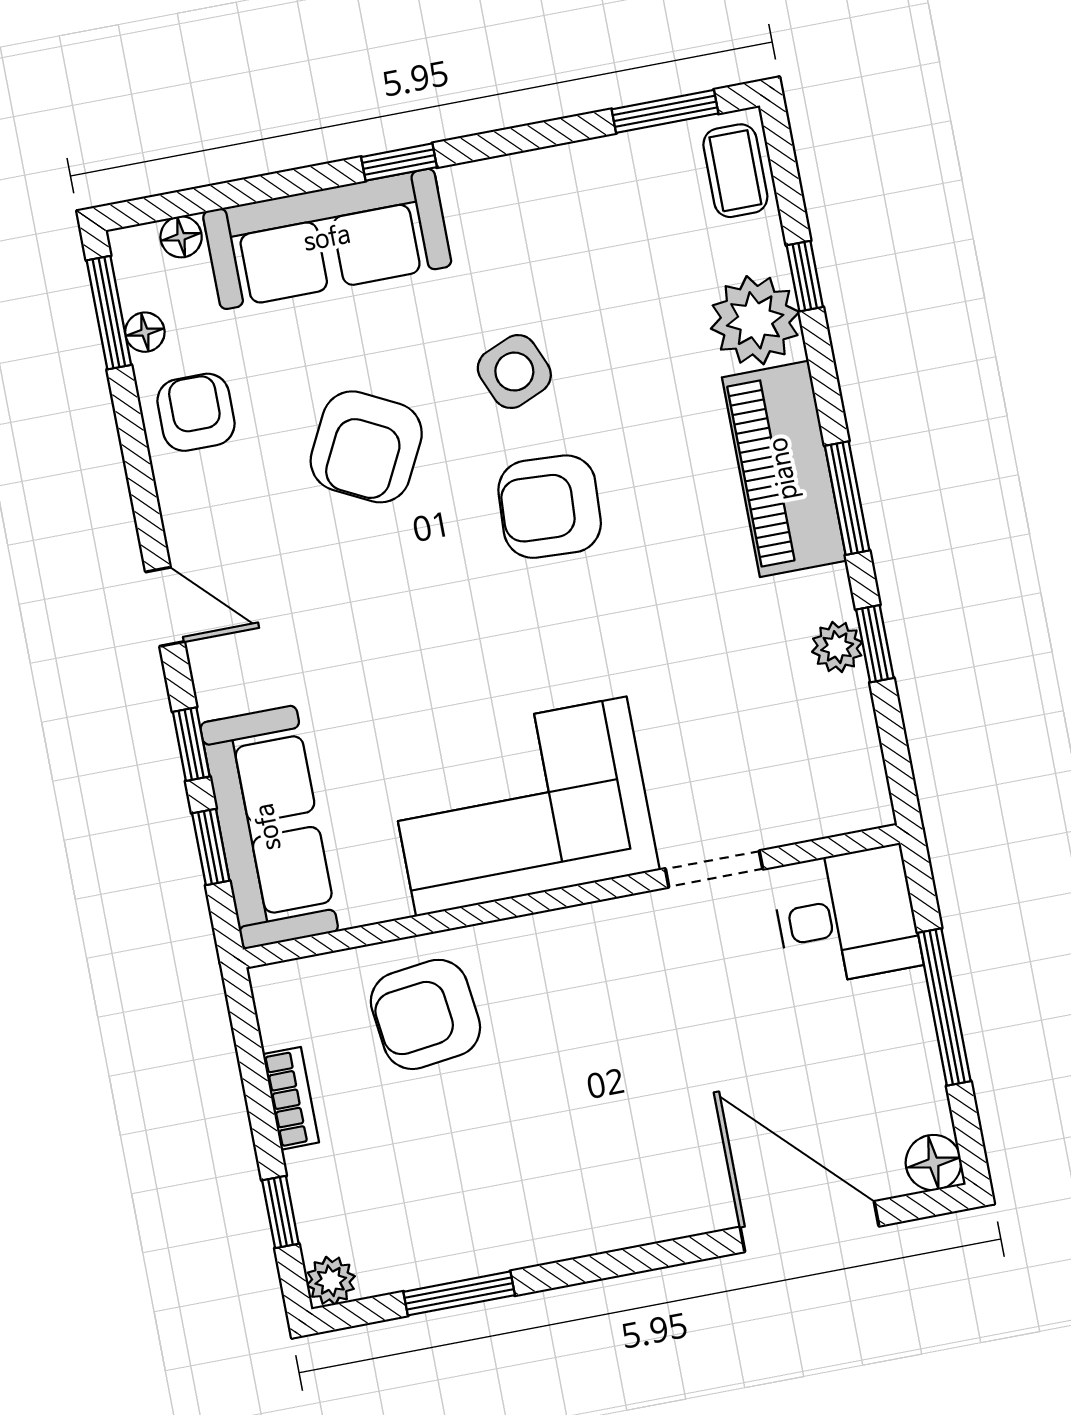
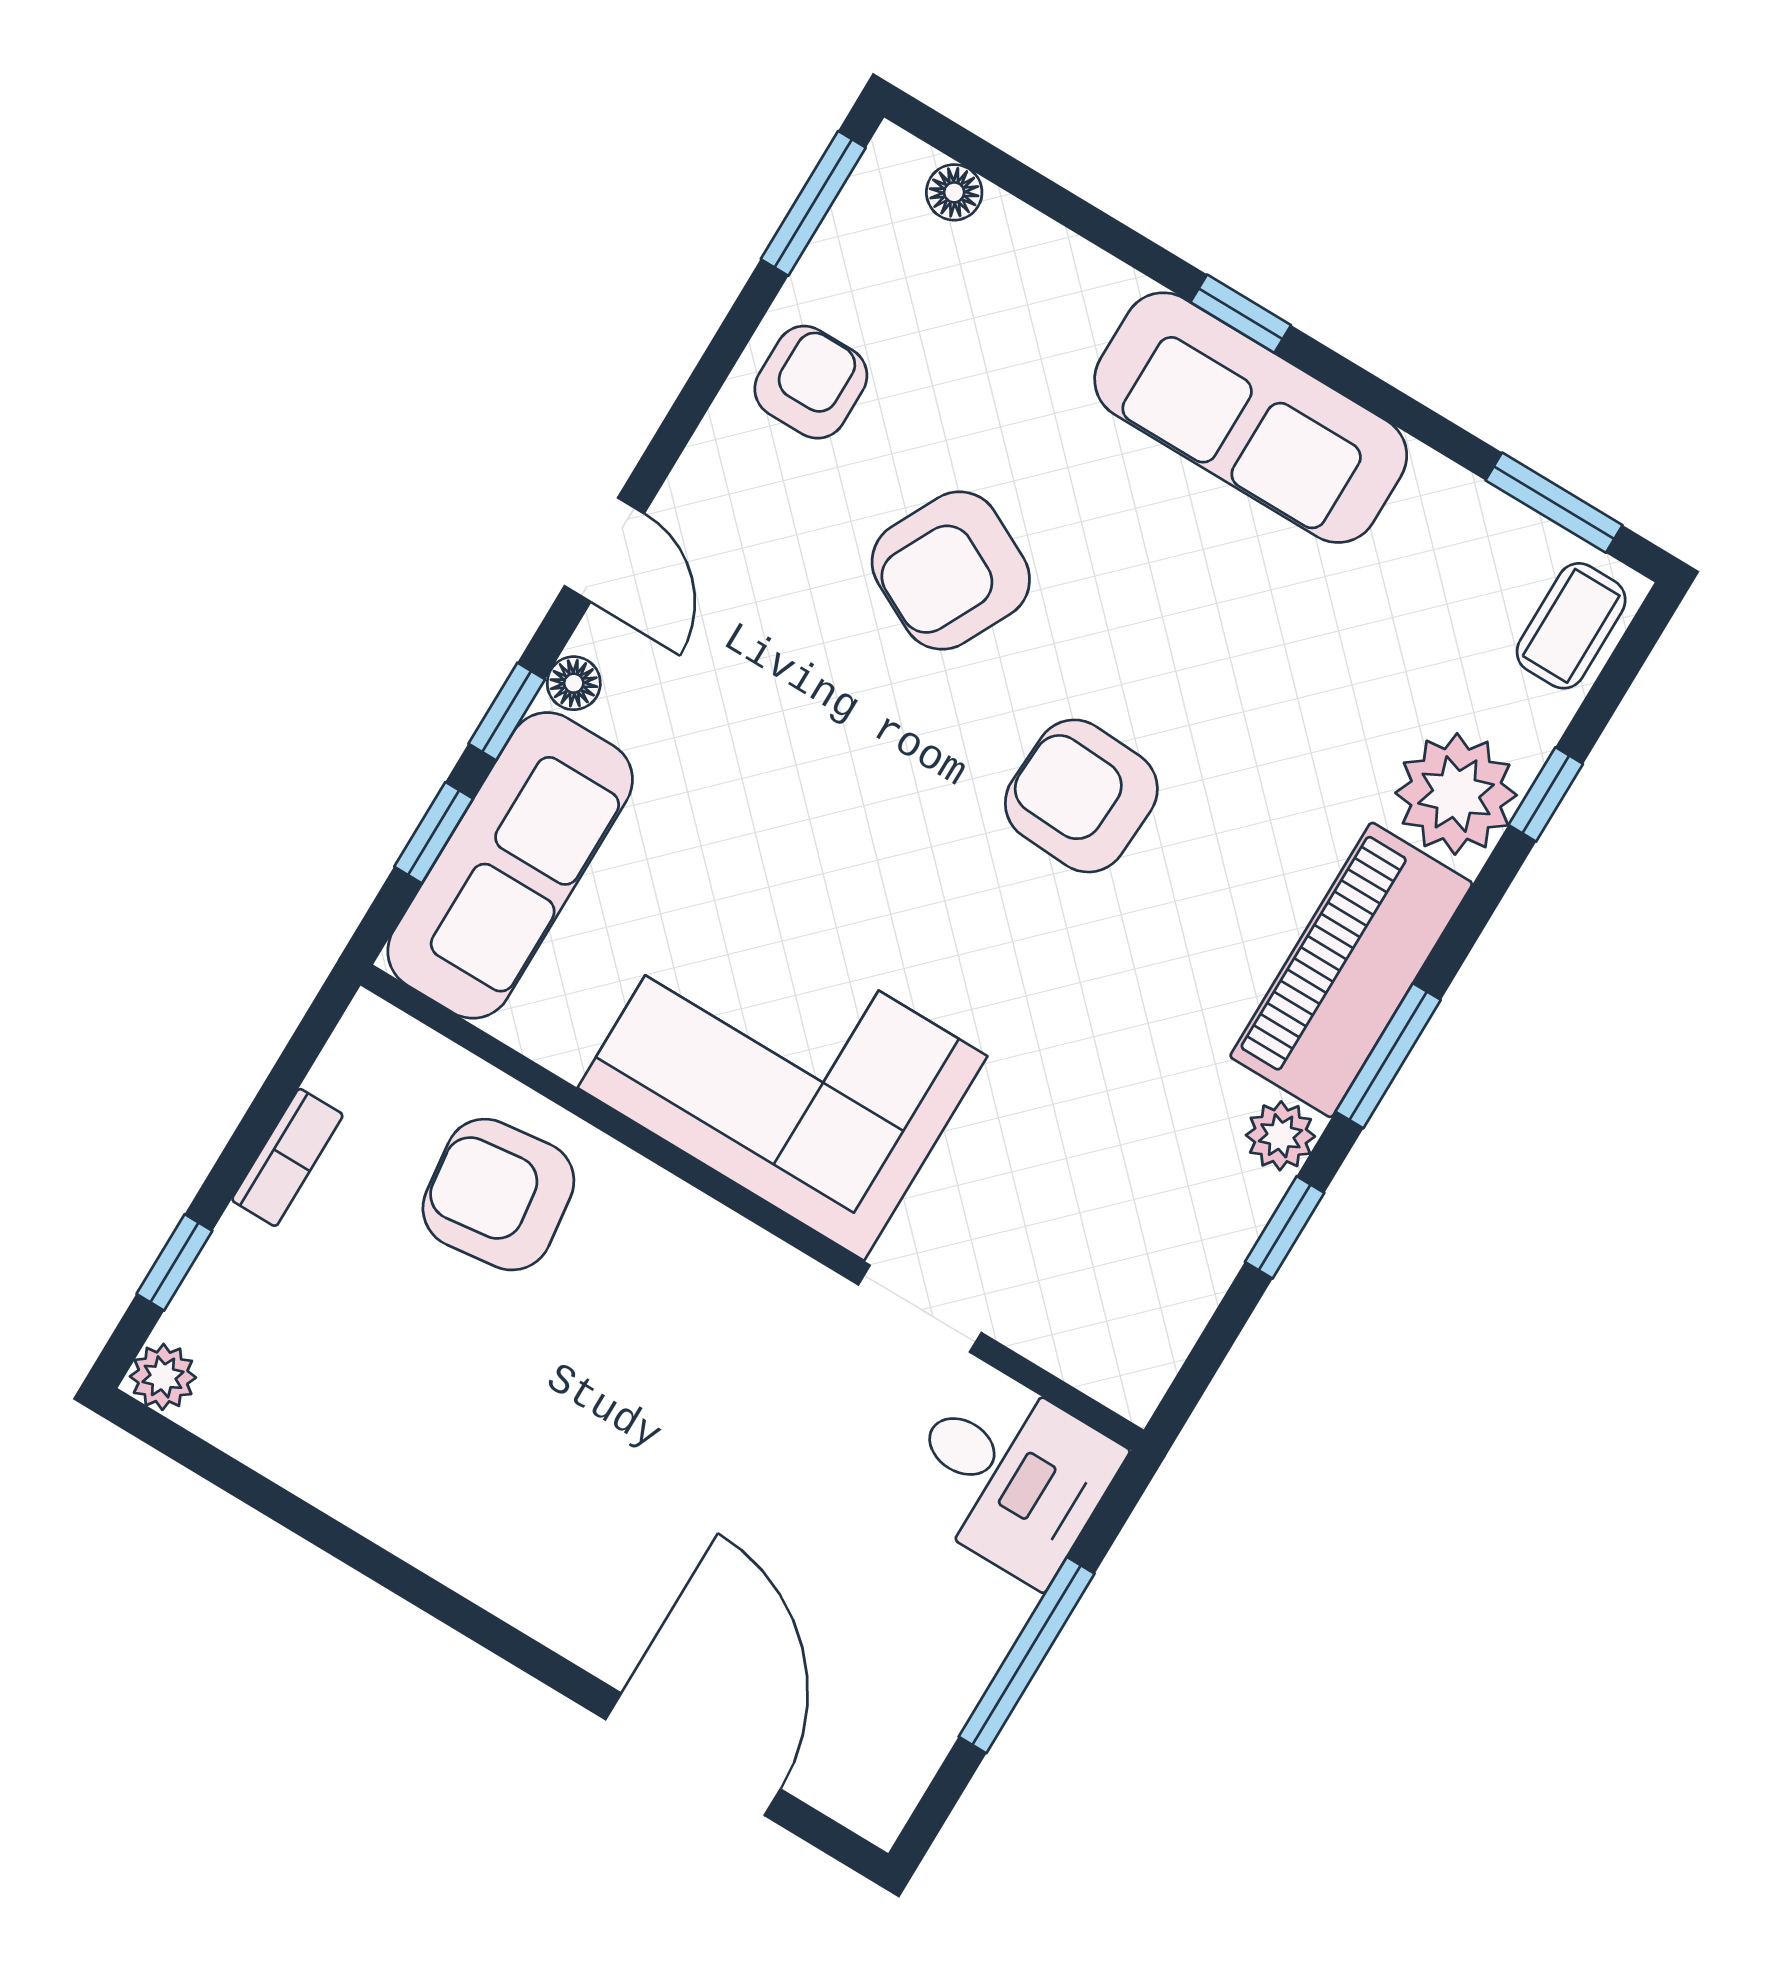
sofa: (327, 239) -> (1251, 418), moved
floor lamp: (145, 332) -> (574, 683), moved
side table: (514, 372) -> (1168, 628), removed
plant: (837, 647) -> (1280, 1136), moved
floor lamp: (933, 1163) -> (875, 1802), removed
window: (459, 1293) -> (281, 1505), removed

